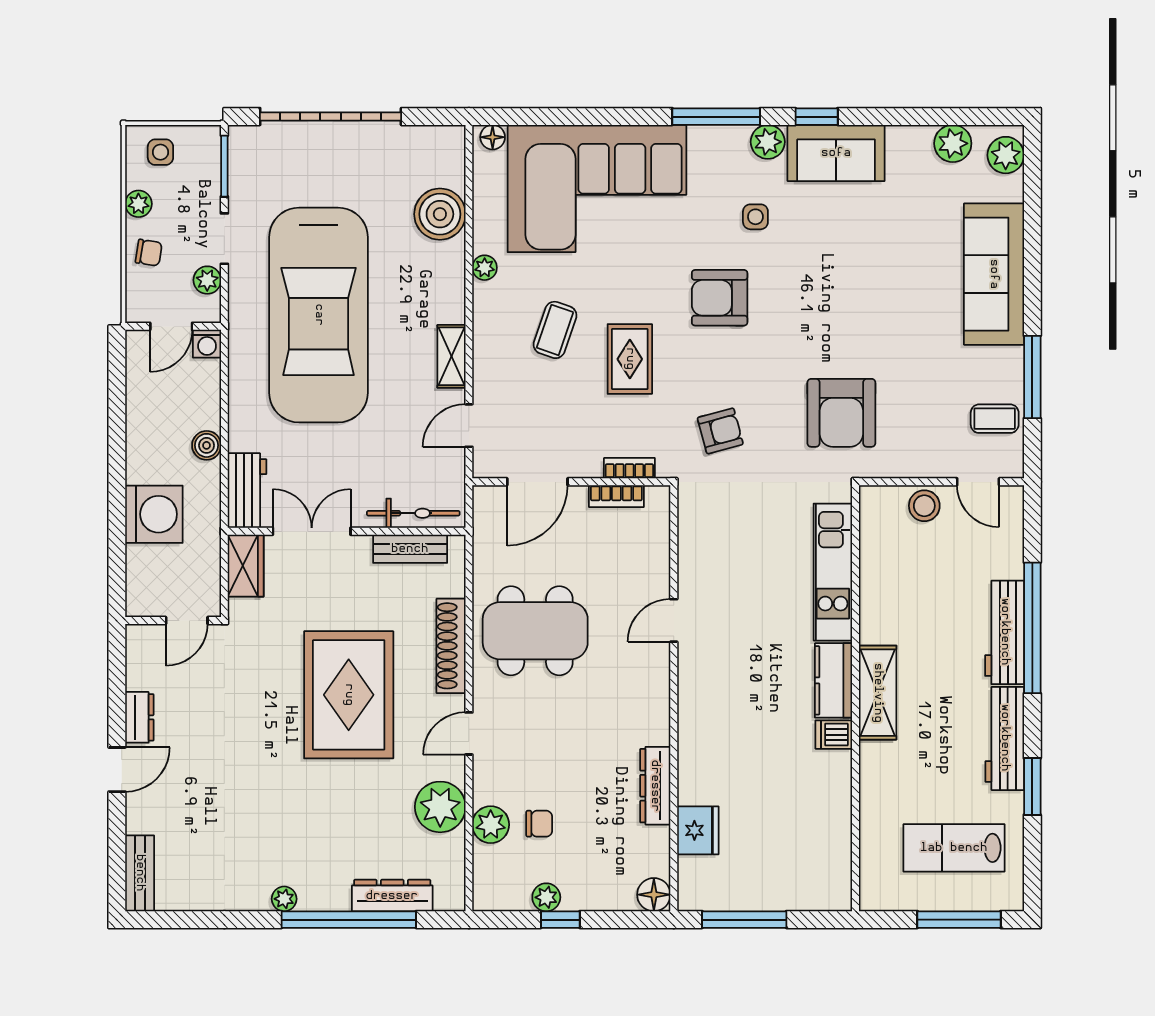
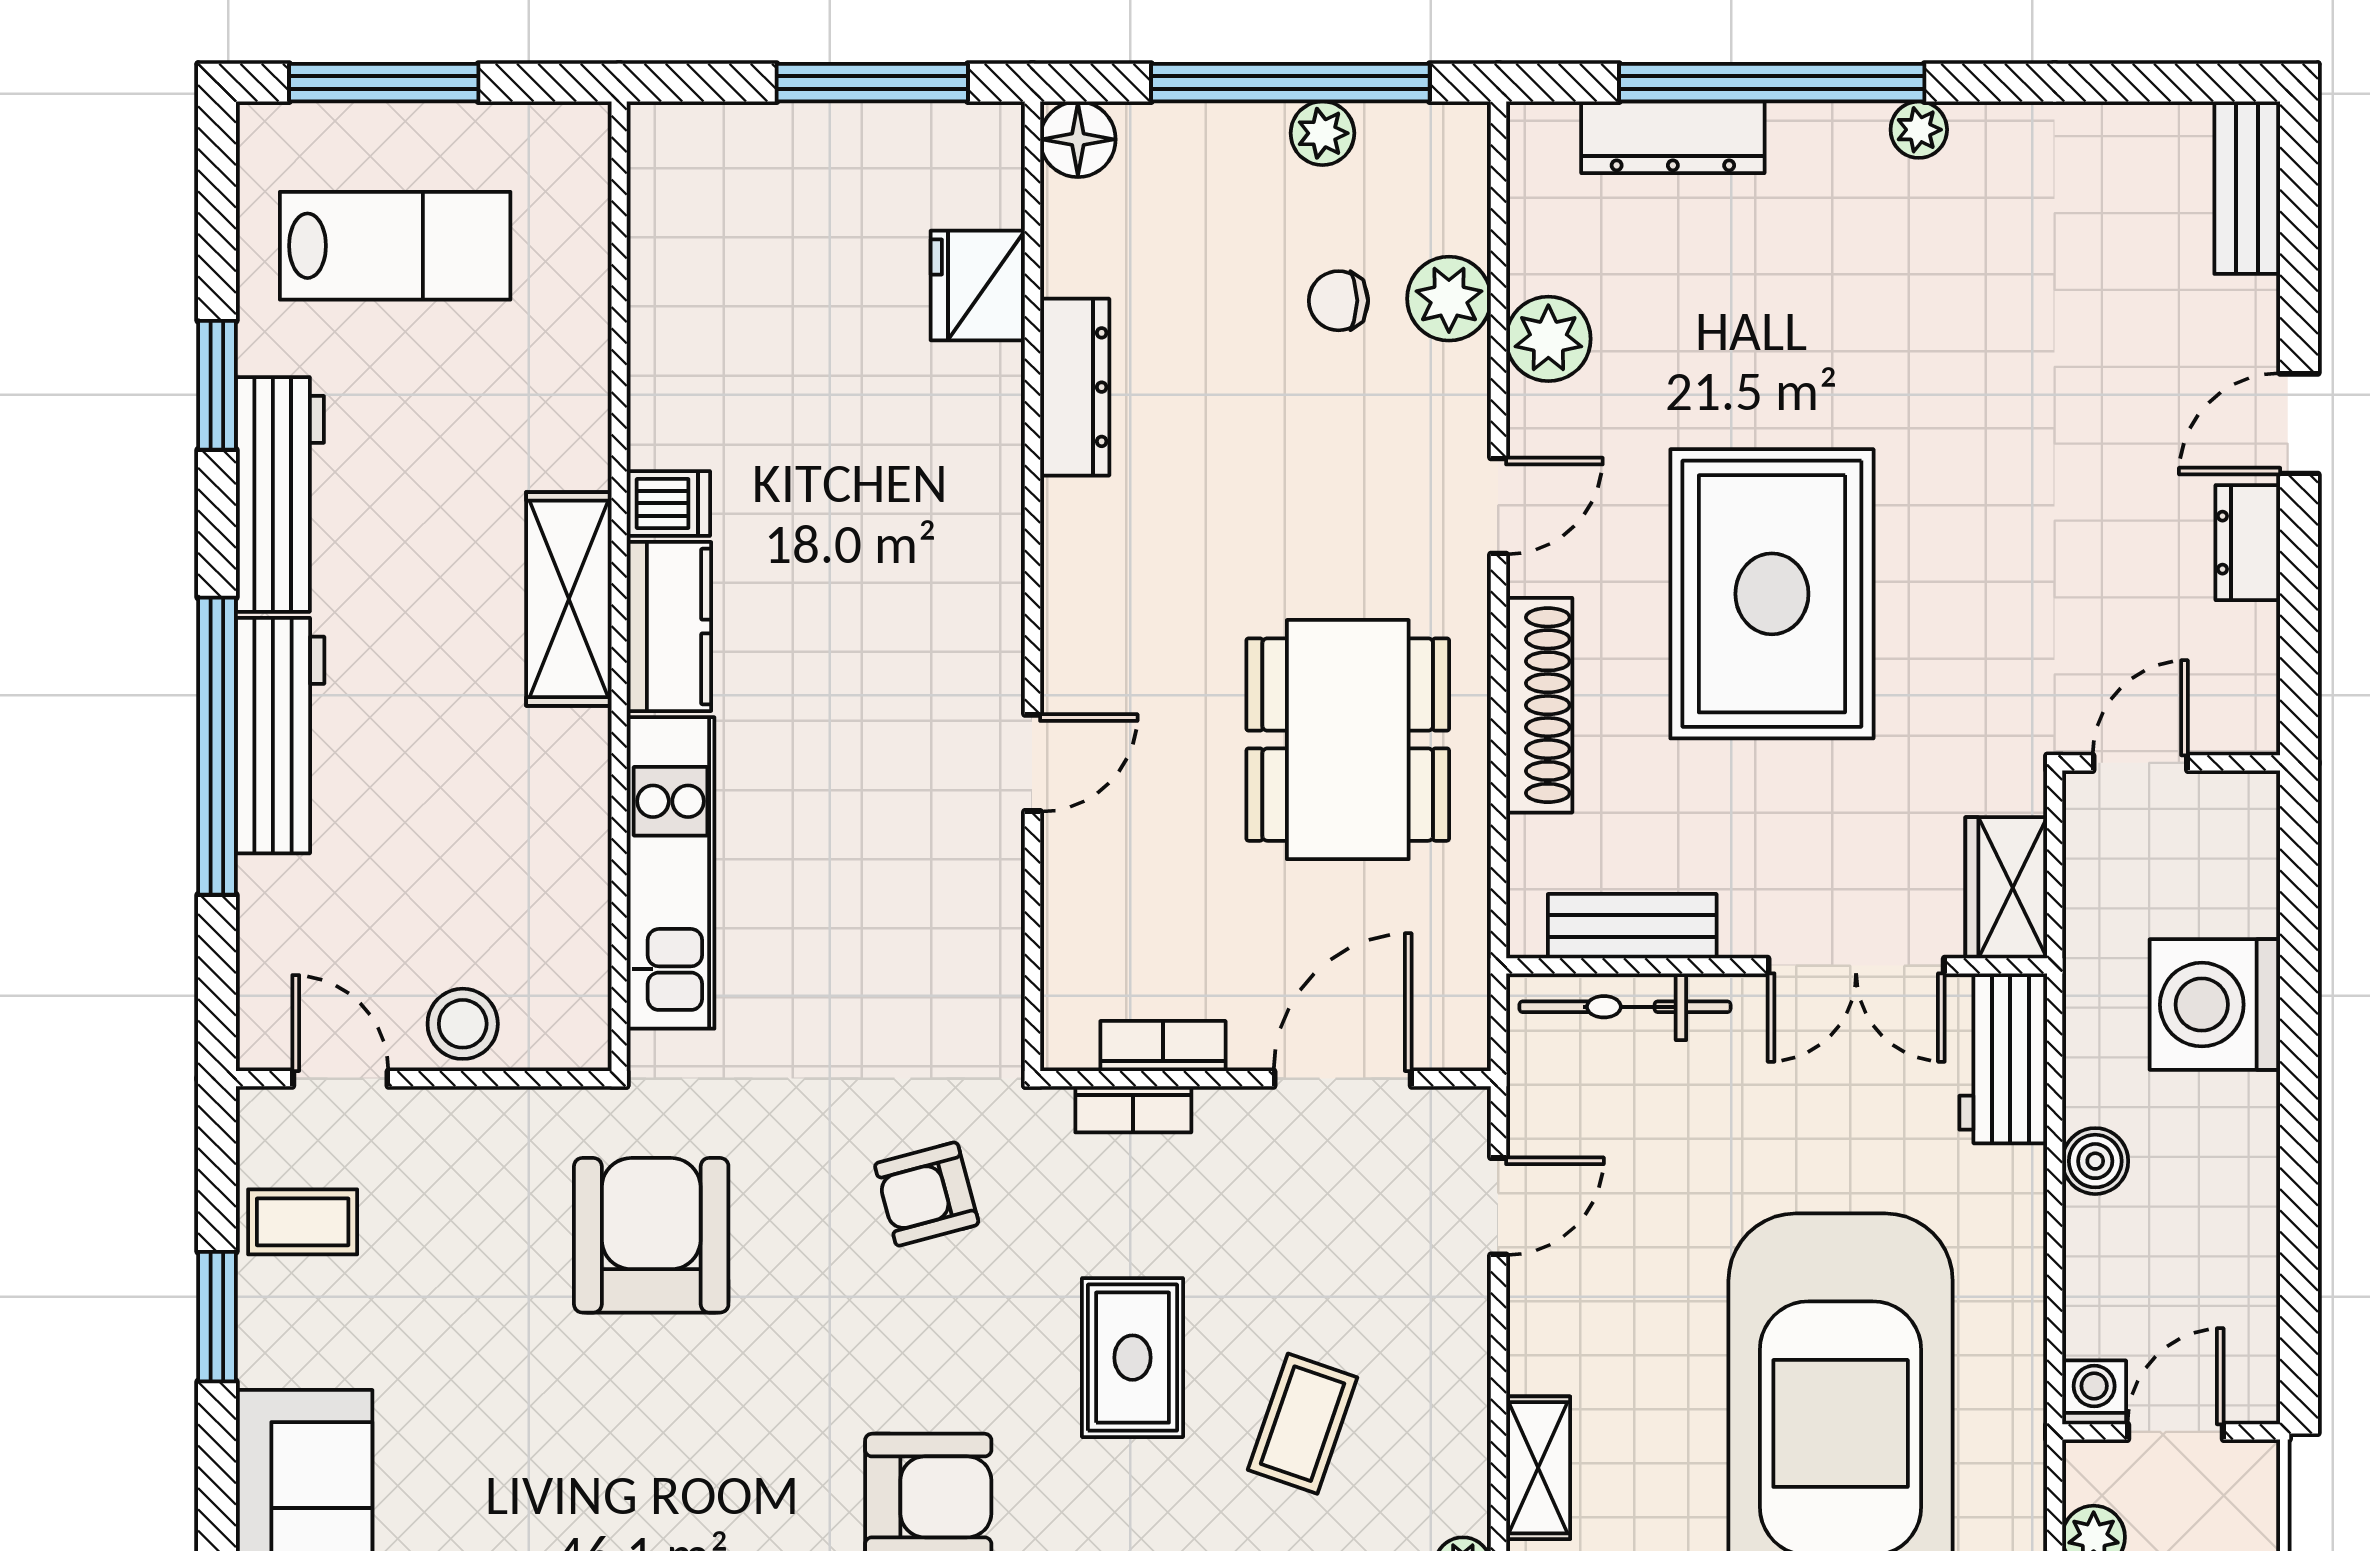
shelving: (451, 356) -> (1538, 1468), moved
window: (1032, 377) -> (217, 1317), width x0.69
dining table: (535, 631) -> (1348, 740), turned 90
plant: (440, 807) -> (1548, 339), width x0.73, depth x0.73
window: (560, 920) -> (1290, 83), width x3.17

